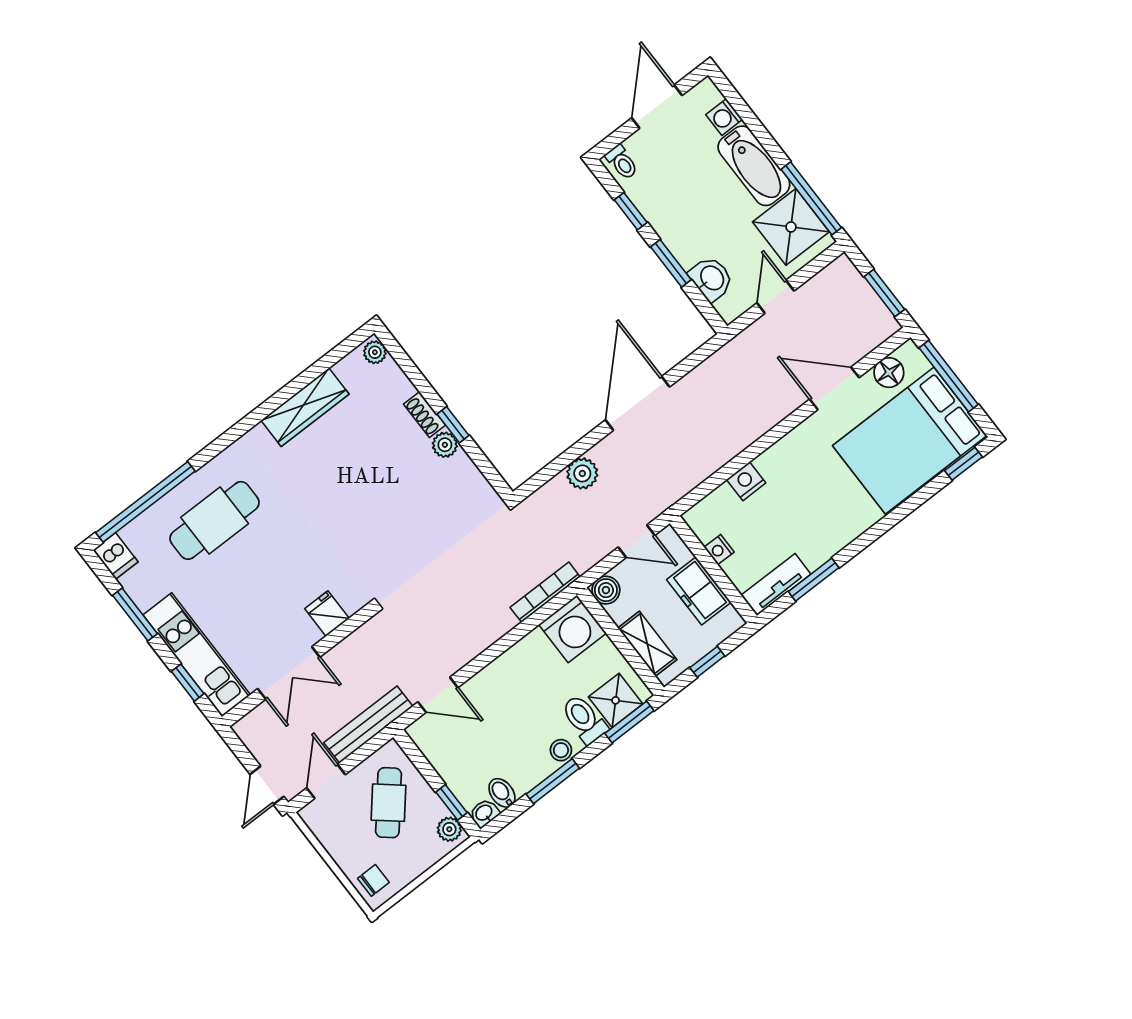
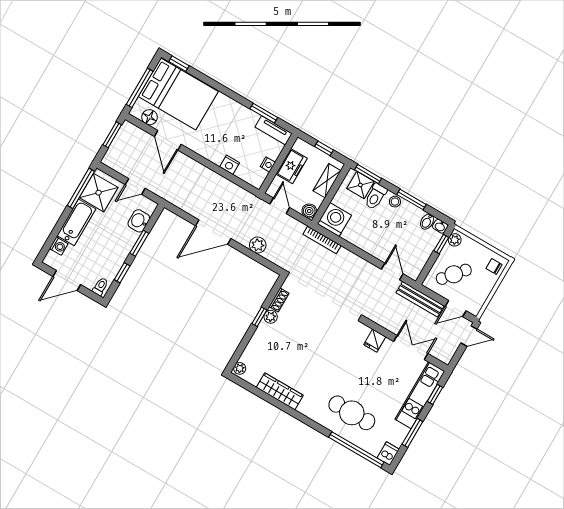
shoe rack: (424, 415) -> (279, 300), moved

